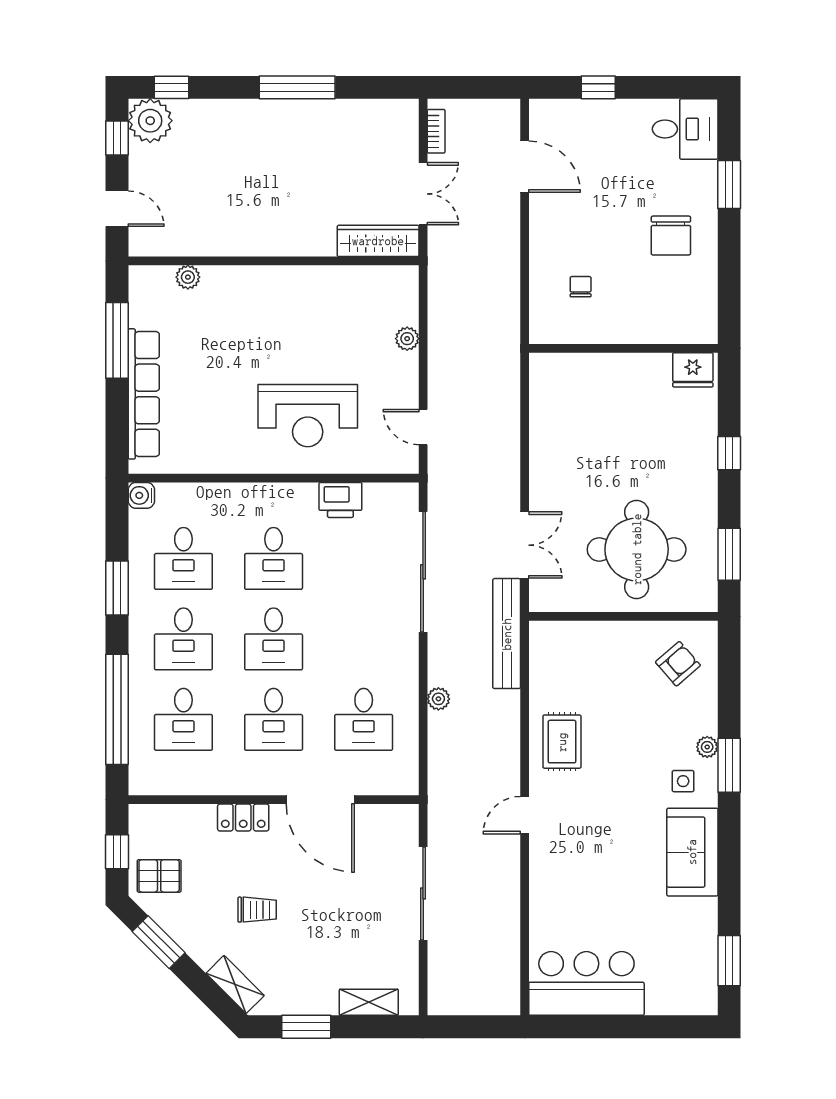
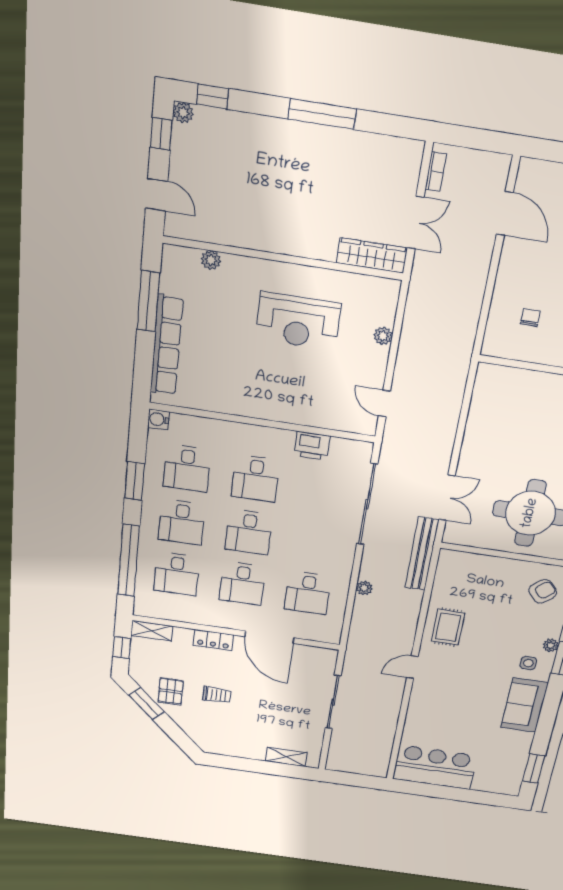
plant: (150, 121) -> (183, 113), width x0.53, depth x0.53
reception desk: (308, 416) -> (298, 321), moved
pallet: (159, 876) -> (171, 691), moved, turned 90
shelving: (235, 984) -> (152, 631), moved, turned -45
window: (306, 1027) -> (242, 764), removed

